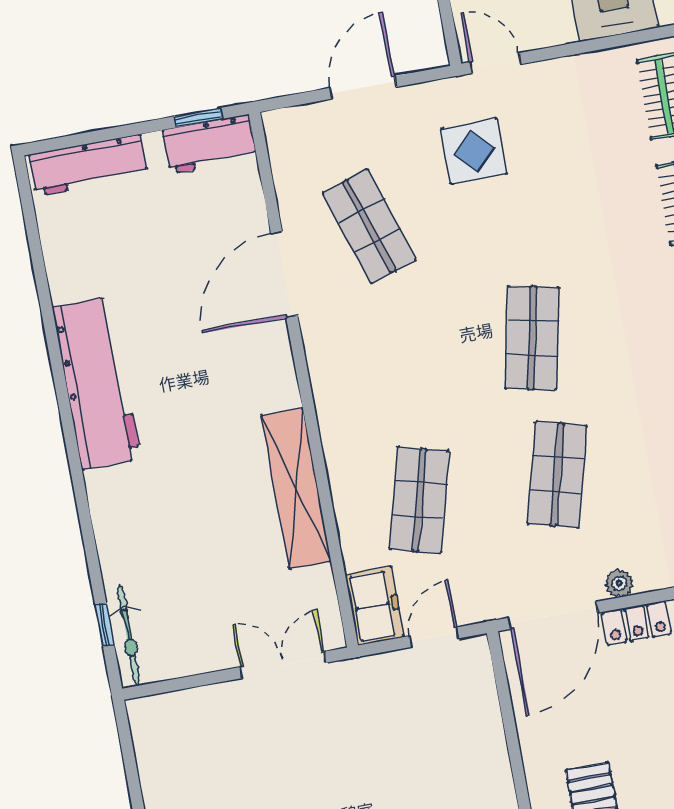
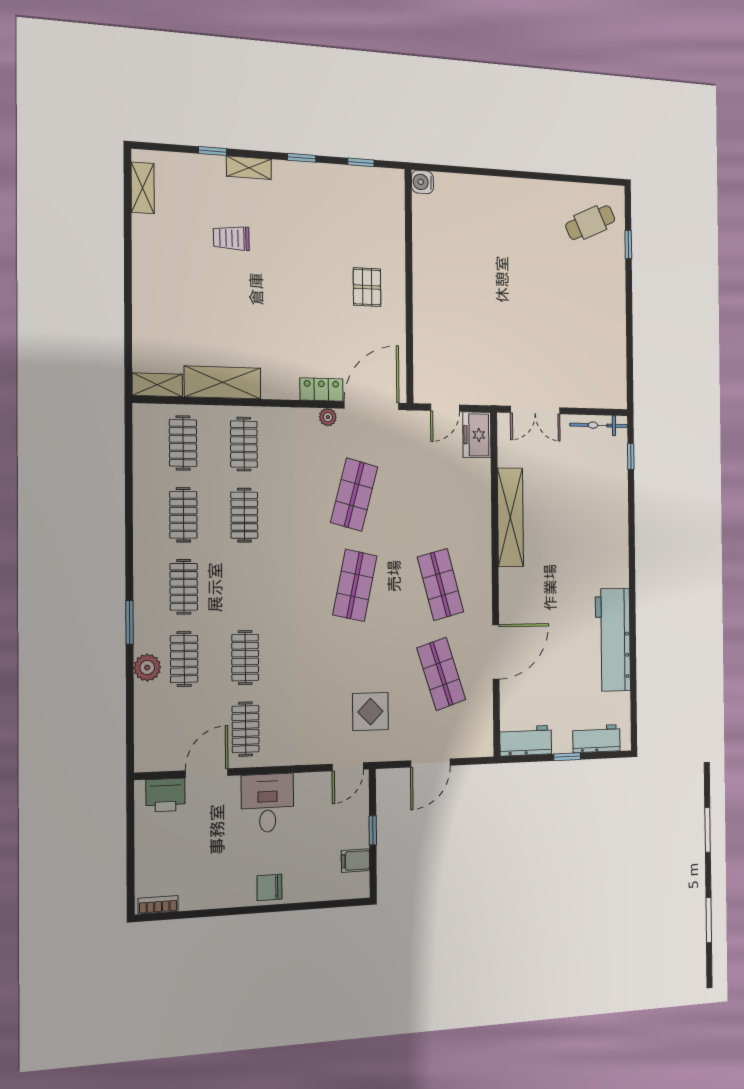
door: (495, 63) -> (348, 767), hinge flipped
window: (198, 118) -> (567, 757), moved
workbench: (88, 165) -> (596, 739), width x0.73
workbench: (97, 383) -> (613, 640), moved
shop shelf: (419, 500) -> (440, 585), moved, turned -30
bicycle: (129, 635) -> (599, 425), moved, turned -90

